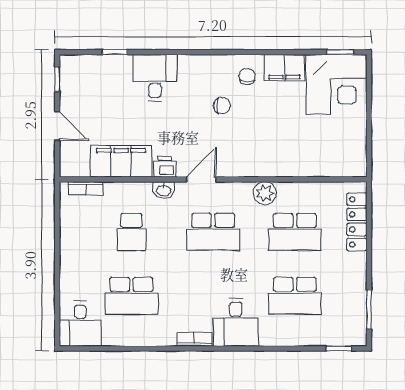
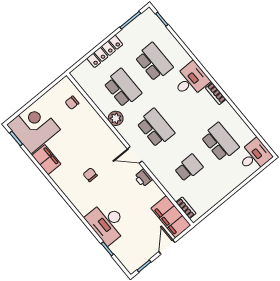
chair: (247, 76) -> (72, 103), moved
desk: (155, 78) -> (107, 223), width x1.37
filing cabinet: (121, 161) -> (171, 217), moved
washbasin: (164, 190) -> (155, 169), removed
locker: (357, 222) -> (105, 51), moved

